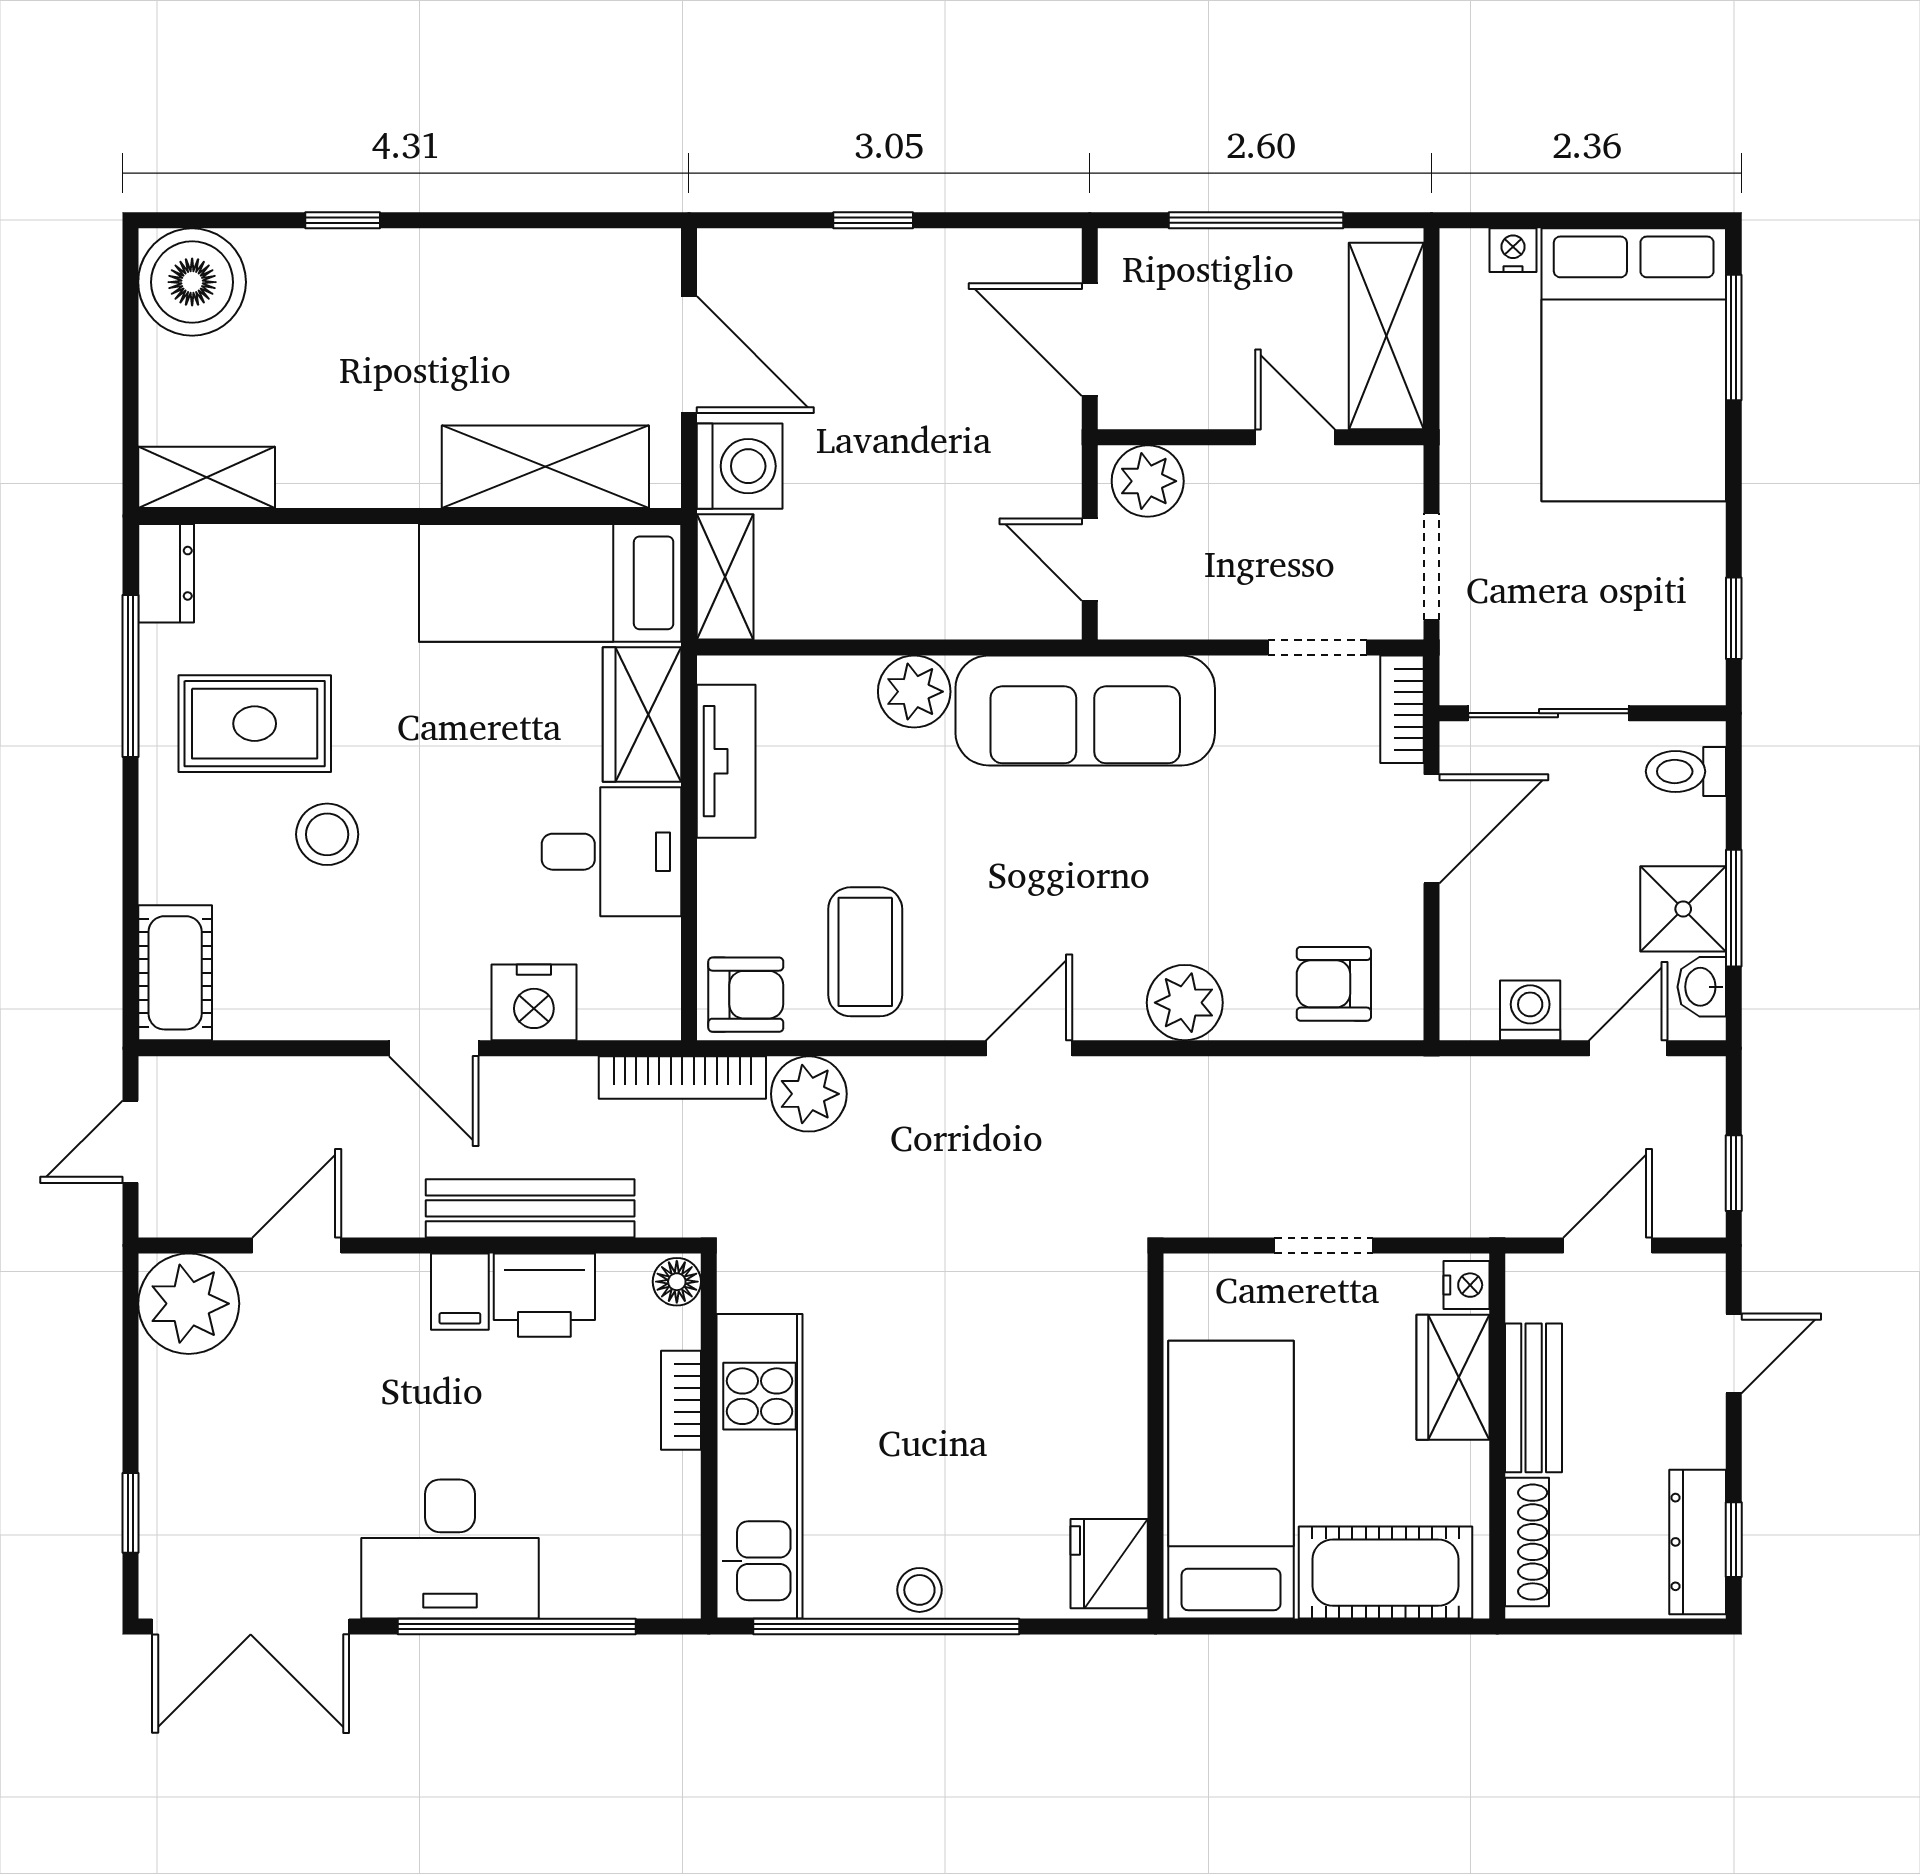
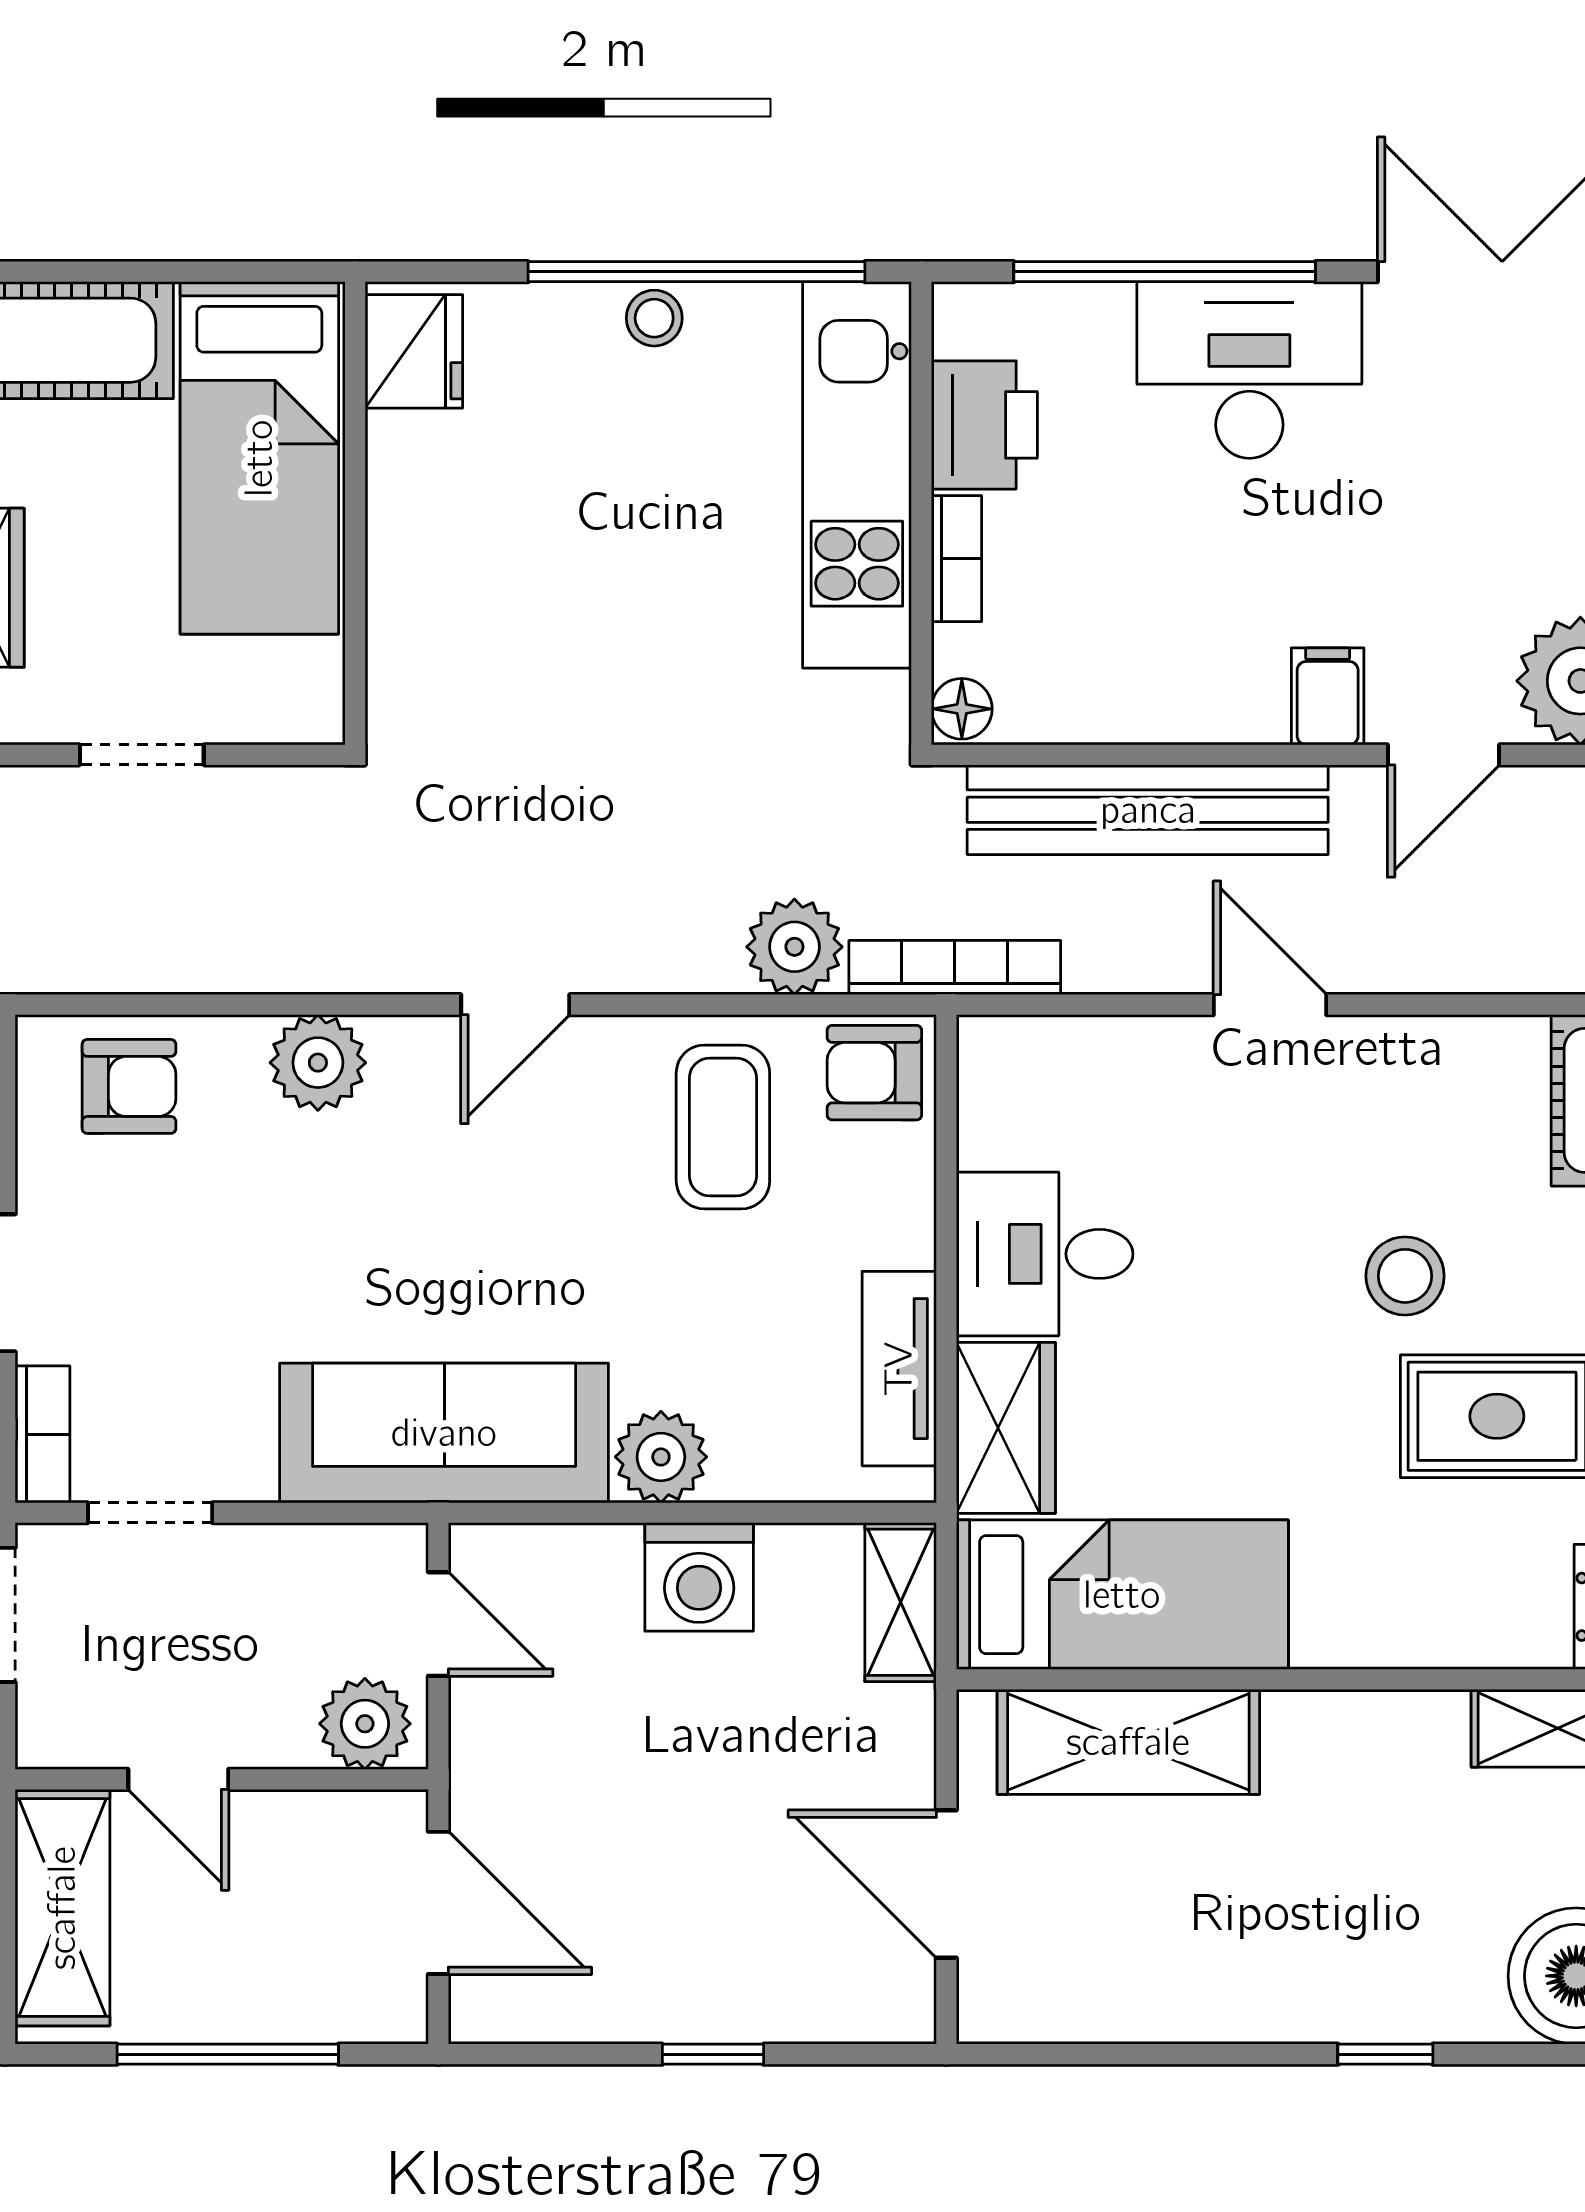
washing machine: (740, 466) -> (699, 1577), moved, turned -90
nightstand: (534, 1002) -> (1143, 1063), removed
bench: (530, 1208) -> (1148, 810), width x1.37, depth x1.21
filing cabinet: (460, 1292) -> (1328, 696), moved
printer: (544, 1295) -> (984, 425), moved, turned 90

